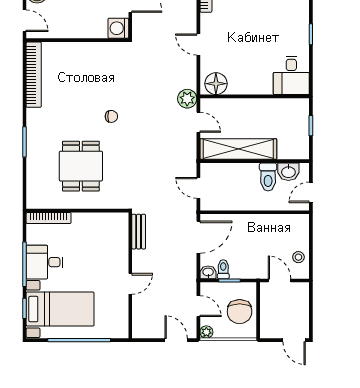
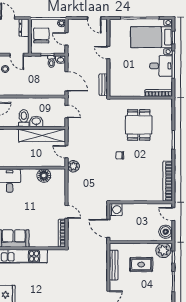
door: (198, 45) -> (67, 212), moved
floor lamp: (216, 84) -> (44, 176), moved
washbasin: (288, 172) -> (36, 121), moved
door: (198, 237) -> (67, 81), swing flipped
door: (130, 284) -> (108, 53), hinge flipped
dresser: (268, 324) -> (24, 28), added
door: (176, 340) -> (94, 18), moved

